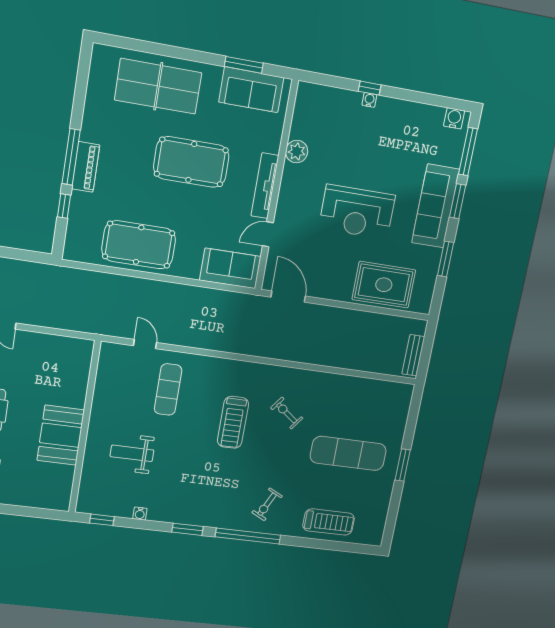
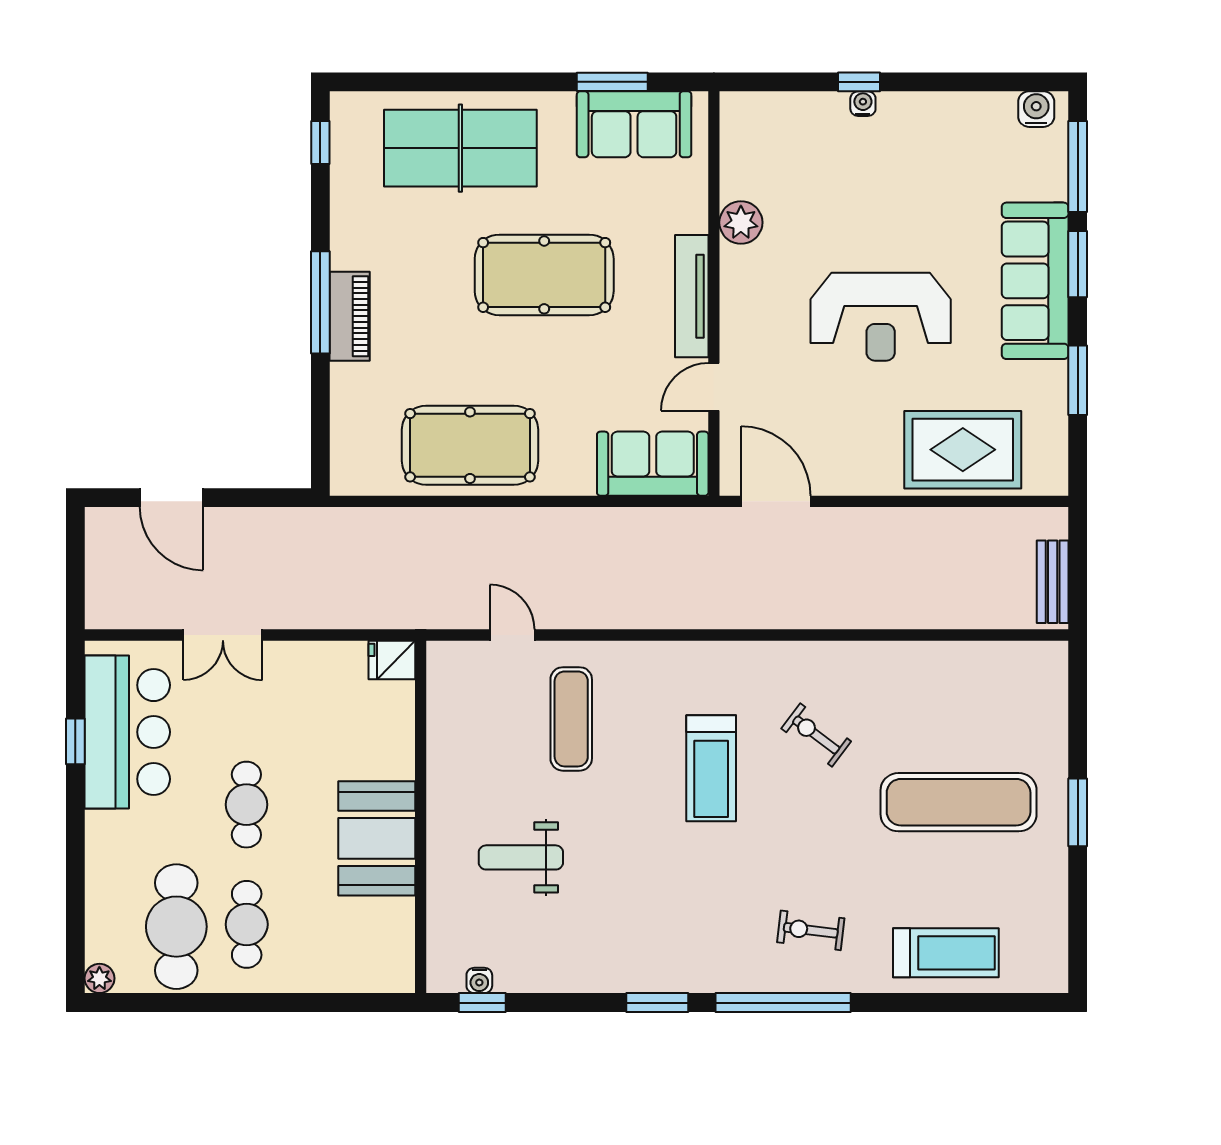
window: (64, 206) -> (320, 142), moved
fridge: (82, 348) -> (392, 660), added
exercise bike: (267, 504) -> (811, 930), turned 71
water cooler: (140, 514) -> (479, 980), moved

